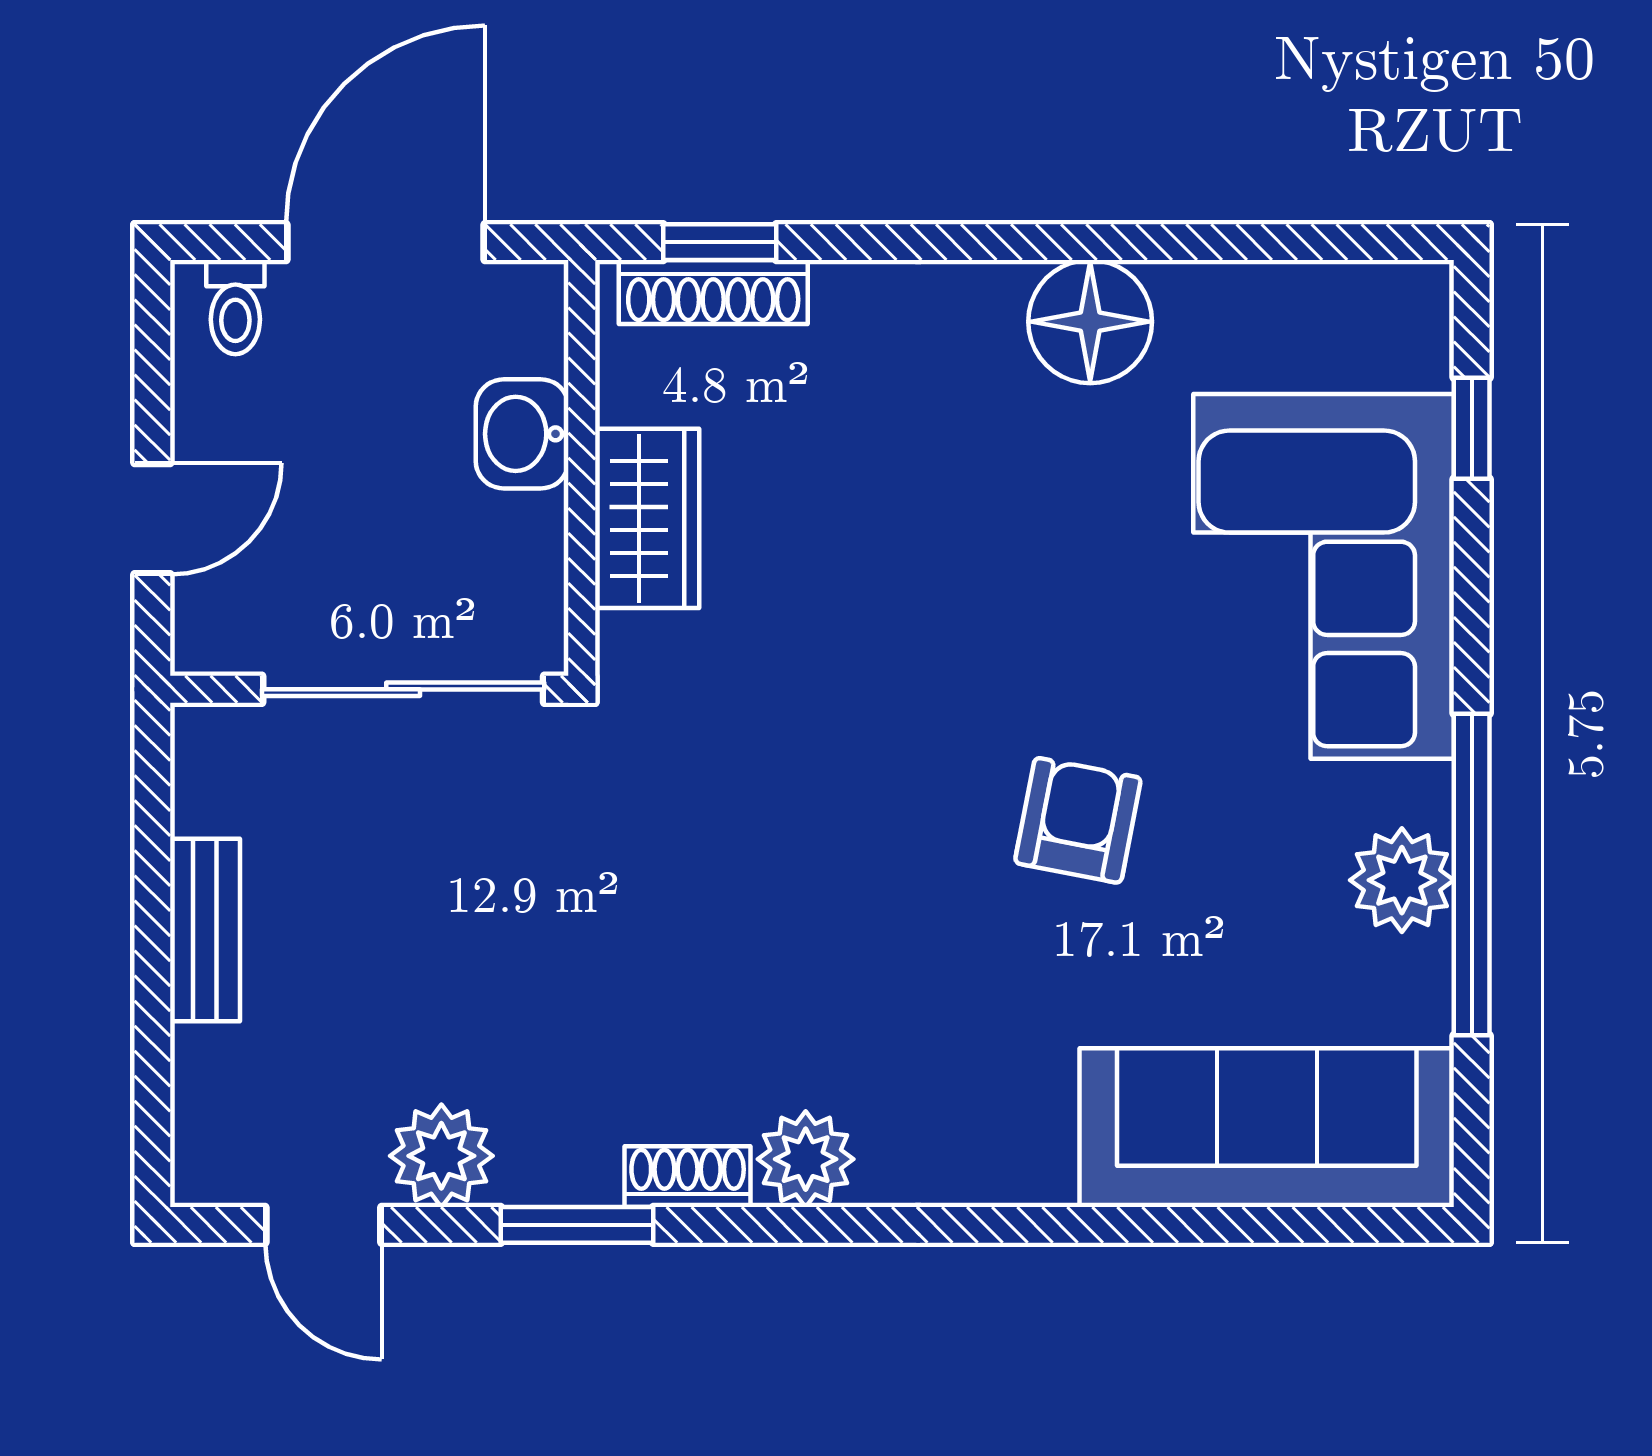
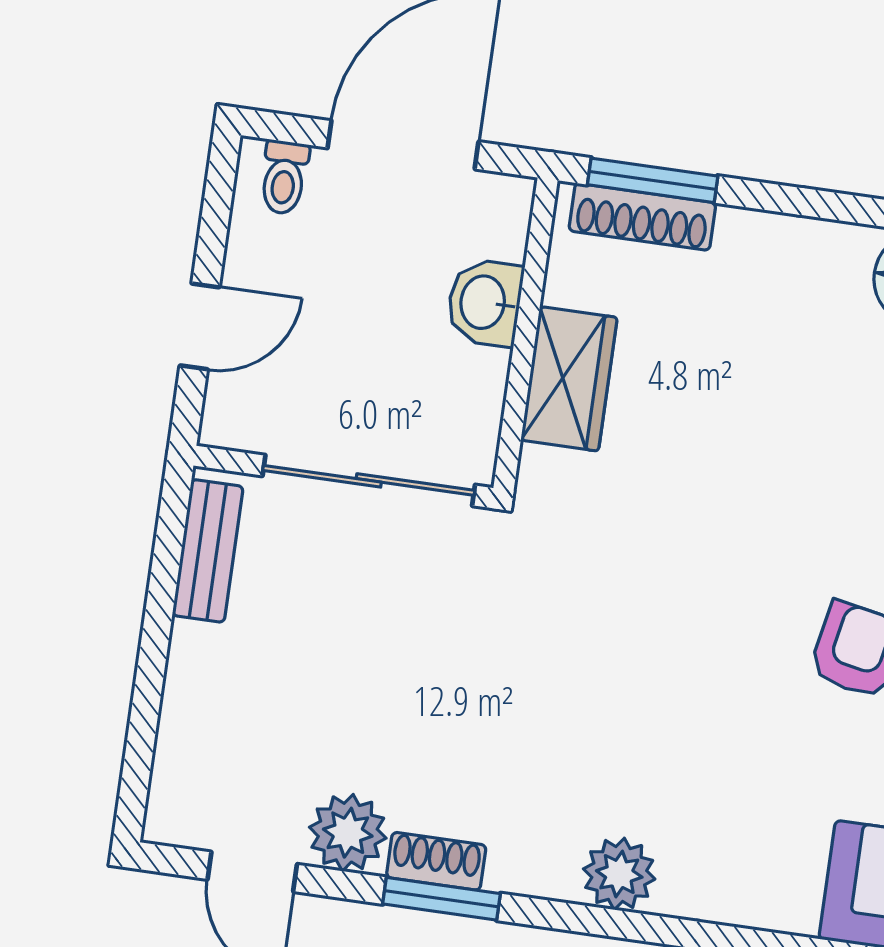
window: (720, 242) -> (653, 180), width x1.50
bench: (205, 930) -> (208, 551), moved
shoe rack: (688, 1177) -> (436, 861), moved

